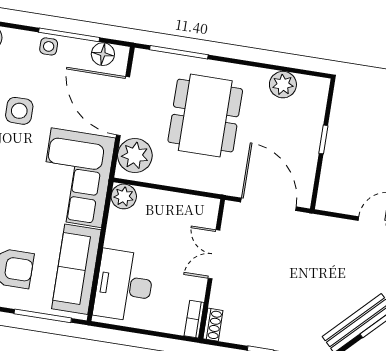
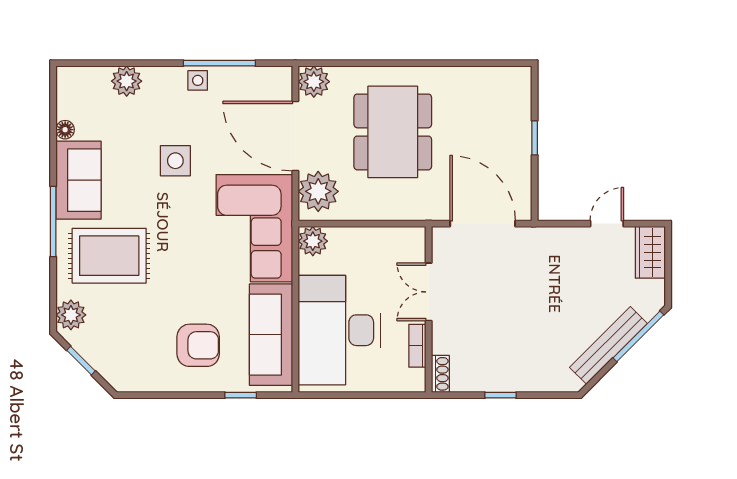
window: (179, 52) -> (350, 63), removed
floor lamp: (103, 54) -> (262, 79), removed
plant: (283, 85) -> (314, 82), moved
desk: (124, 286) -> (339, 330), width x1.36, depth x1.30
window: (43, 316) -> (241, 395), width x0.46
bookcase: (194, 319) -> (417, 346), moved

